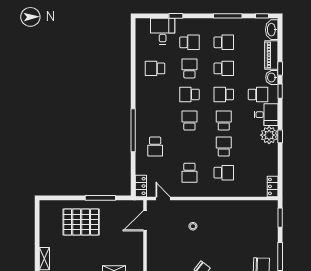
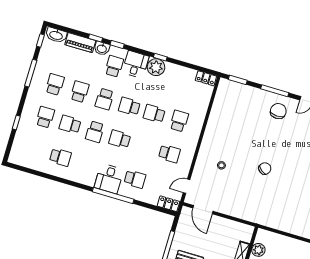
desk: (163, 31) -> (109, 179), moved, turned -90
school desk: (155, 68) -> (60, 157), turned -90

